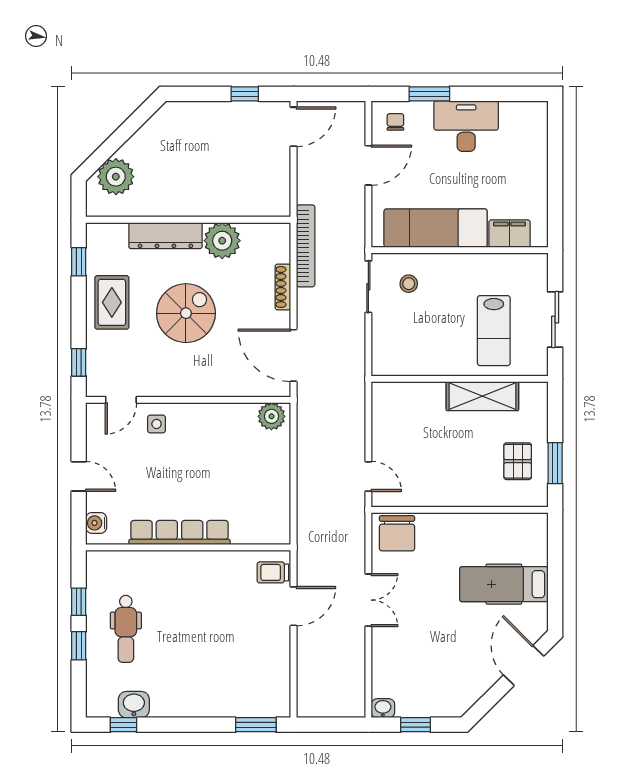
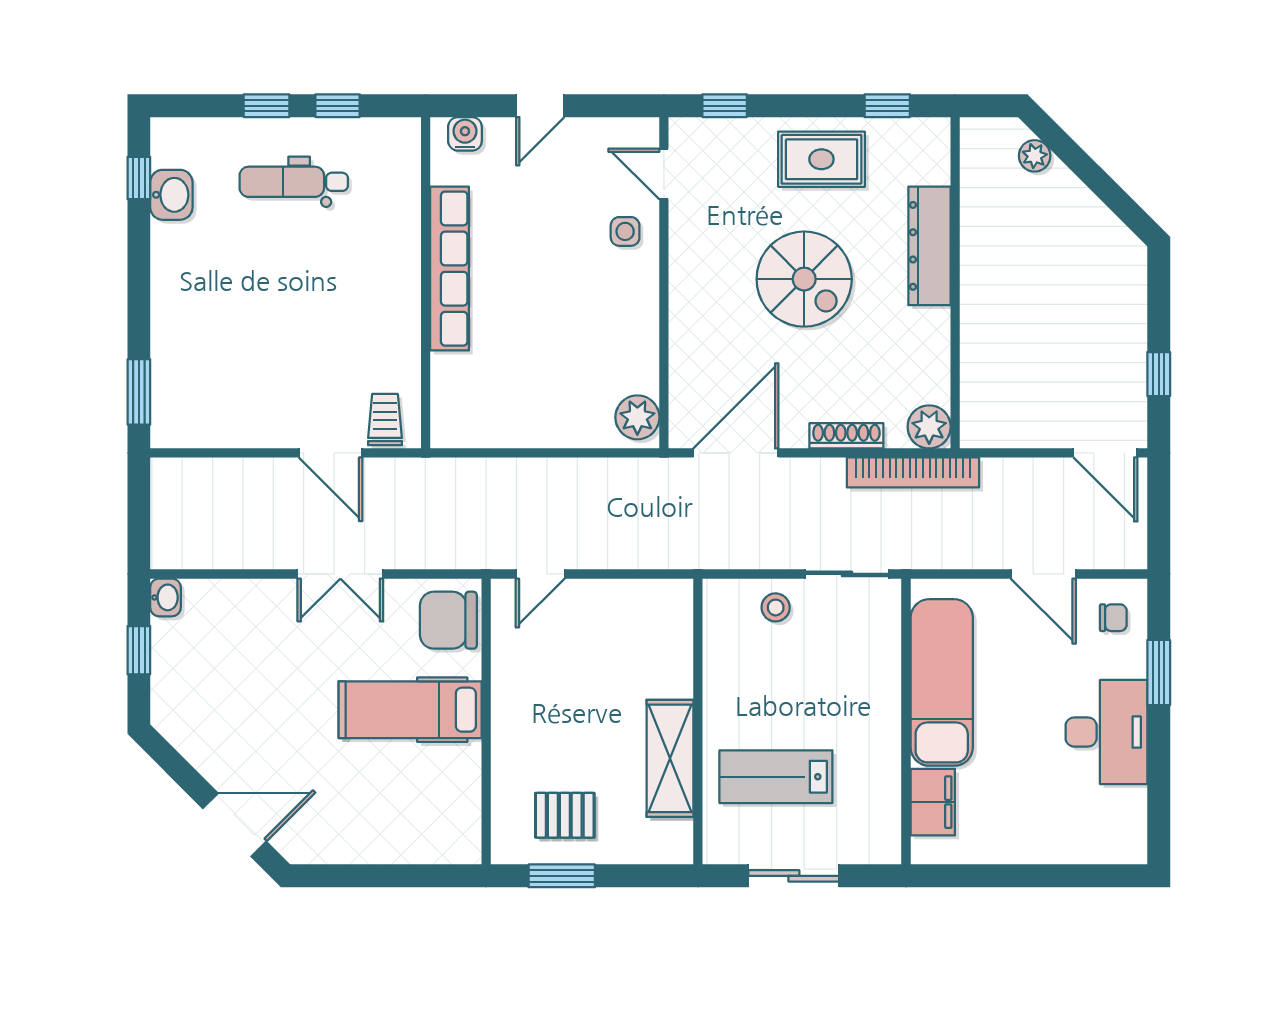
plant: (116, 177) -> (1035, 156), width x0.53, depth x0.53
plant: (222, 241) -> (929, 427), moved, width x0.73, depth x0.73
stool: (409, 284) -> (776, 607), moved
hospital bed: (504, 584) -> (410, 710), moved, turned -90

